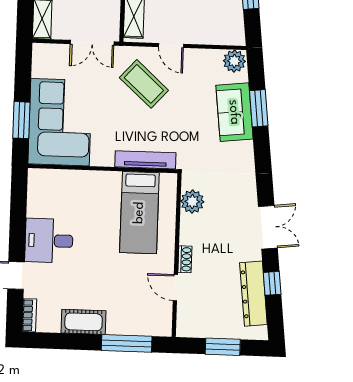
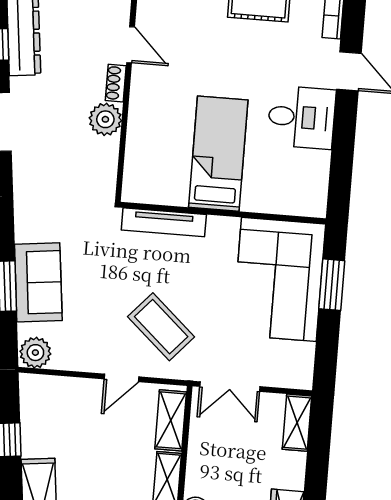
double door: (92, 43) -> (230, 387), swing flipped
door: (171, 46) -> (121, 378), swing flipped
plant: (192, 202) -> (105, 119), moved
bed: (139, 213) -> (218, 154), moved

